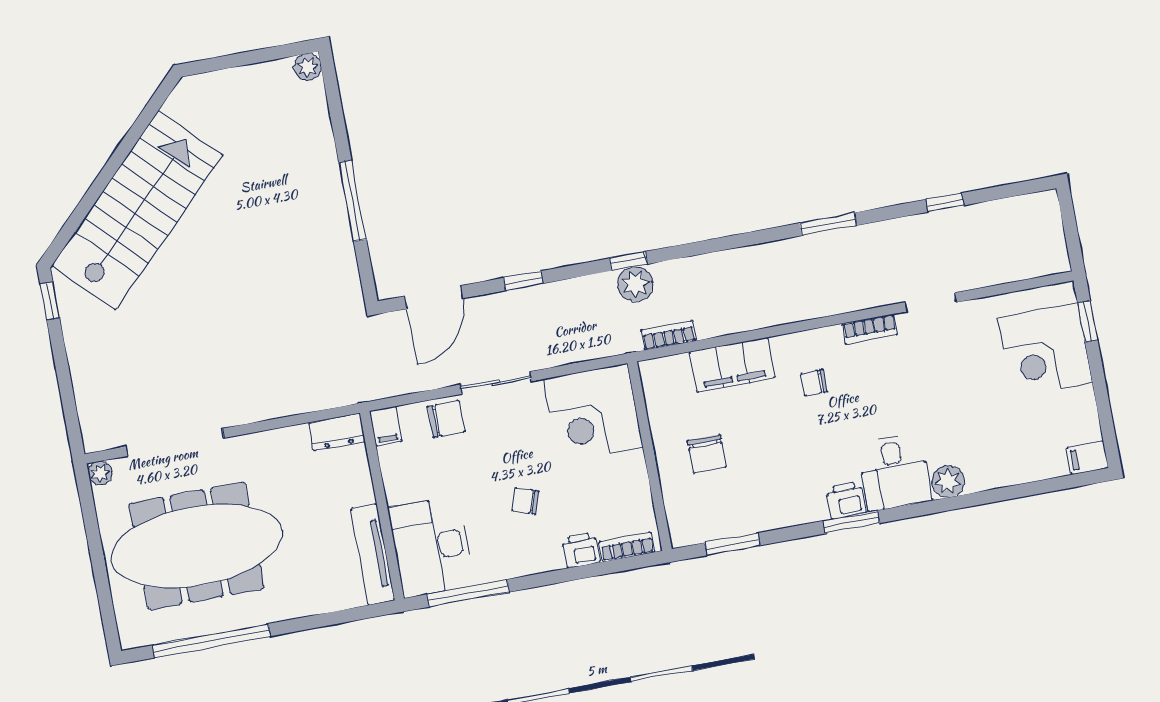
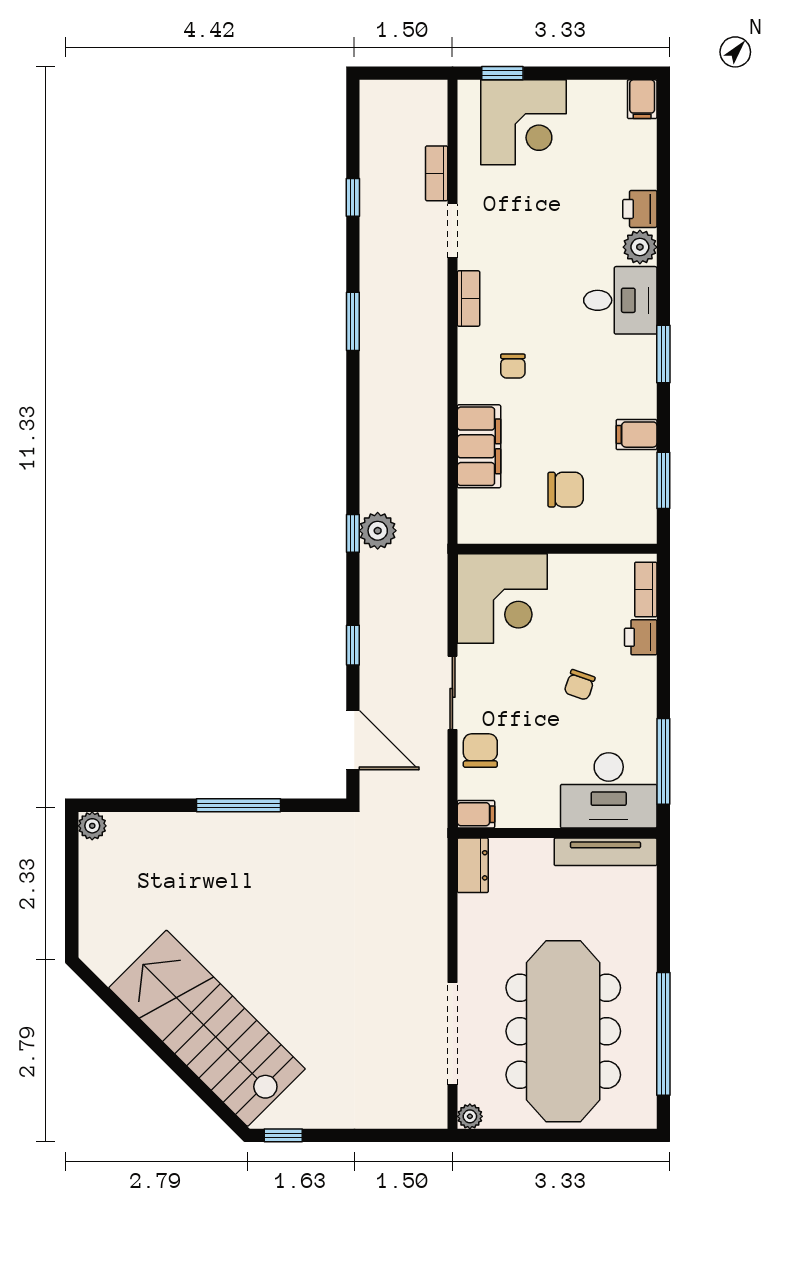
bookcase: (669, 335) -> (437, 173), moved
printer: (846, 500) -> (640, 209), moved
filing cabinet: (771, 511) -> (637, 435), added

